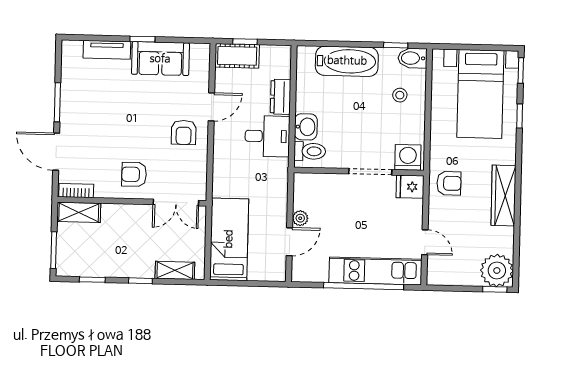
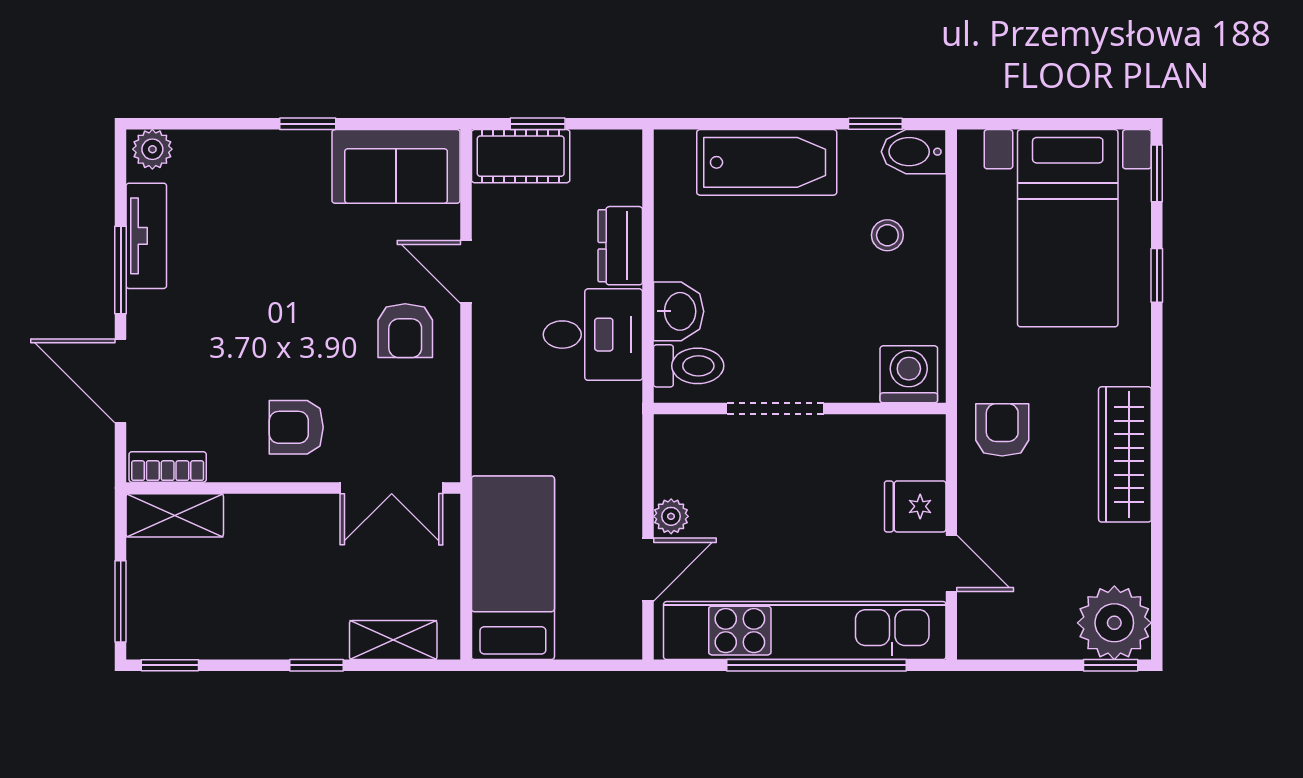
plant: (73, 49) -> (152, 149), added
tv unit: (107, 50) -> (146, 236), moved, turned -90
sofa: (160, 59) -> (396, 166), moved
door: (211, 107) -> (466, 272), swing flipped
doorway: (370, 172) -> (775, 409), moved
armchair: (449, 183) -> (1002, 430), turned -90
fridge: (410, 187) -> (915, 506), moved
kitchen unit: (375, 271) -> (805, 631), width x1.36
window: (92, 280) -> (170, 665), moved

